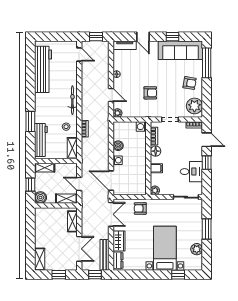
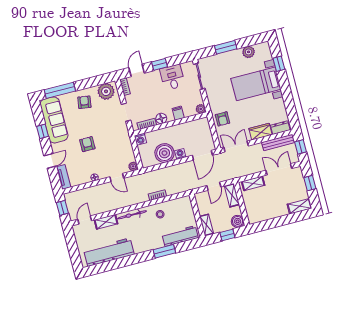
armchair: (150, 93) -> (87, 144), moved
door: (111, 95) -> (117, 178), swing flipped
boiler: (118, 146) -> (164, 153), width x1.86, depth x1.86
shelving: (72, 148) -> (106, 222), moved

